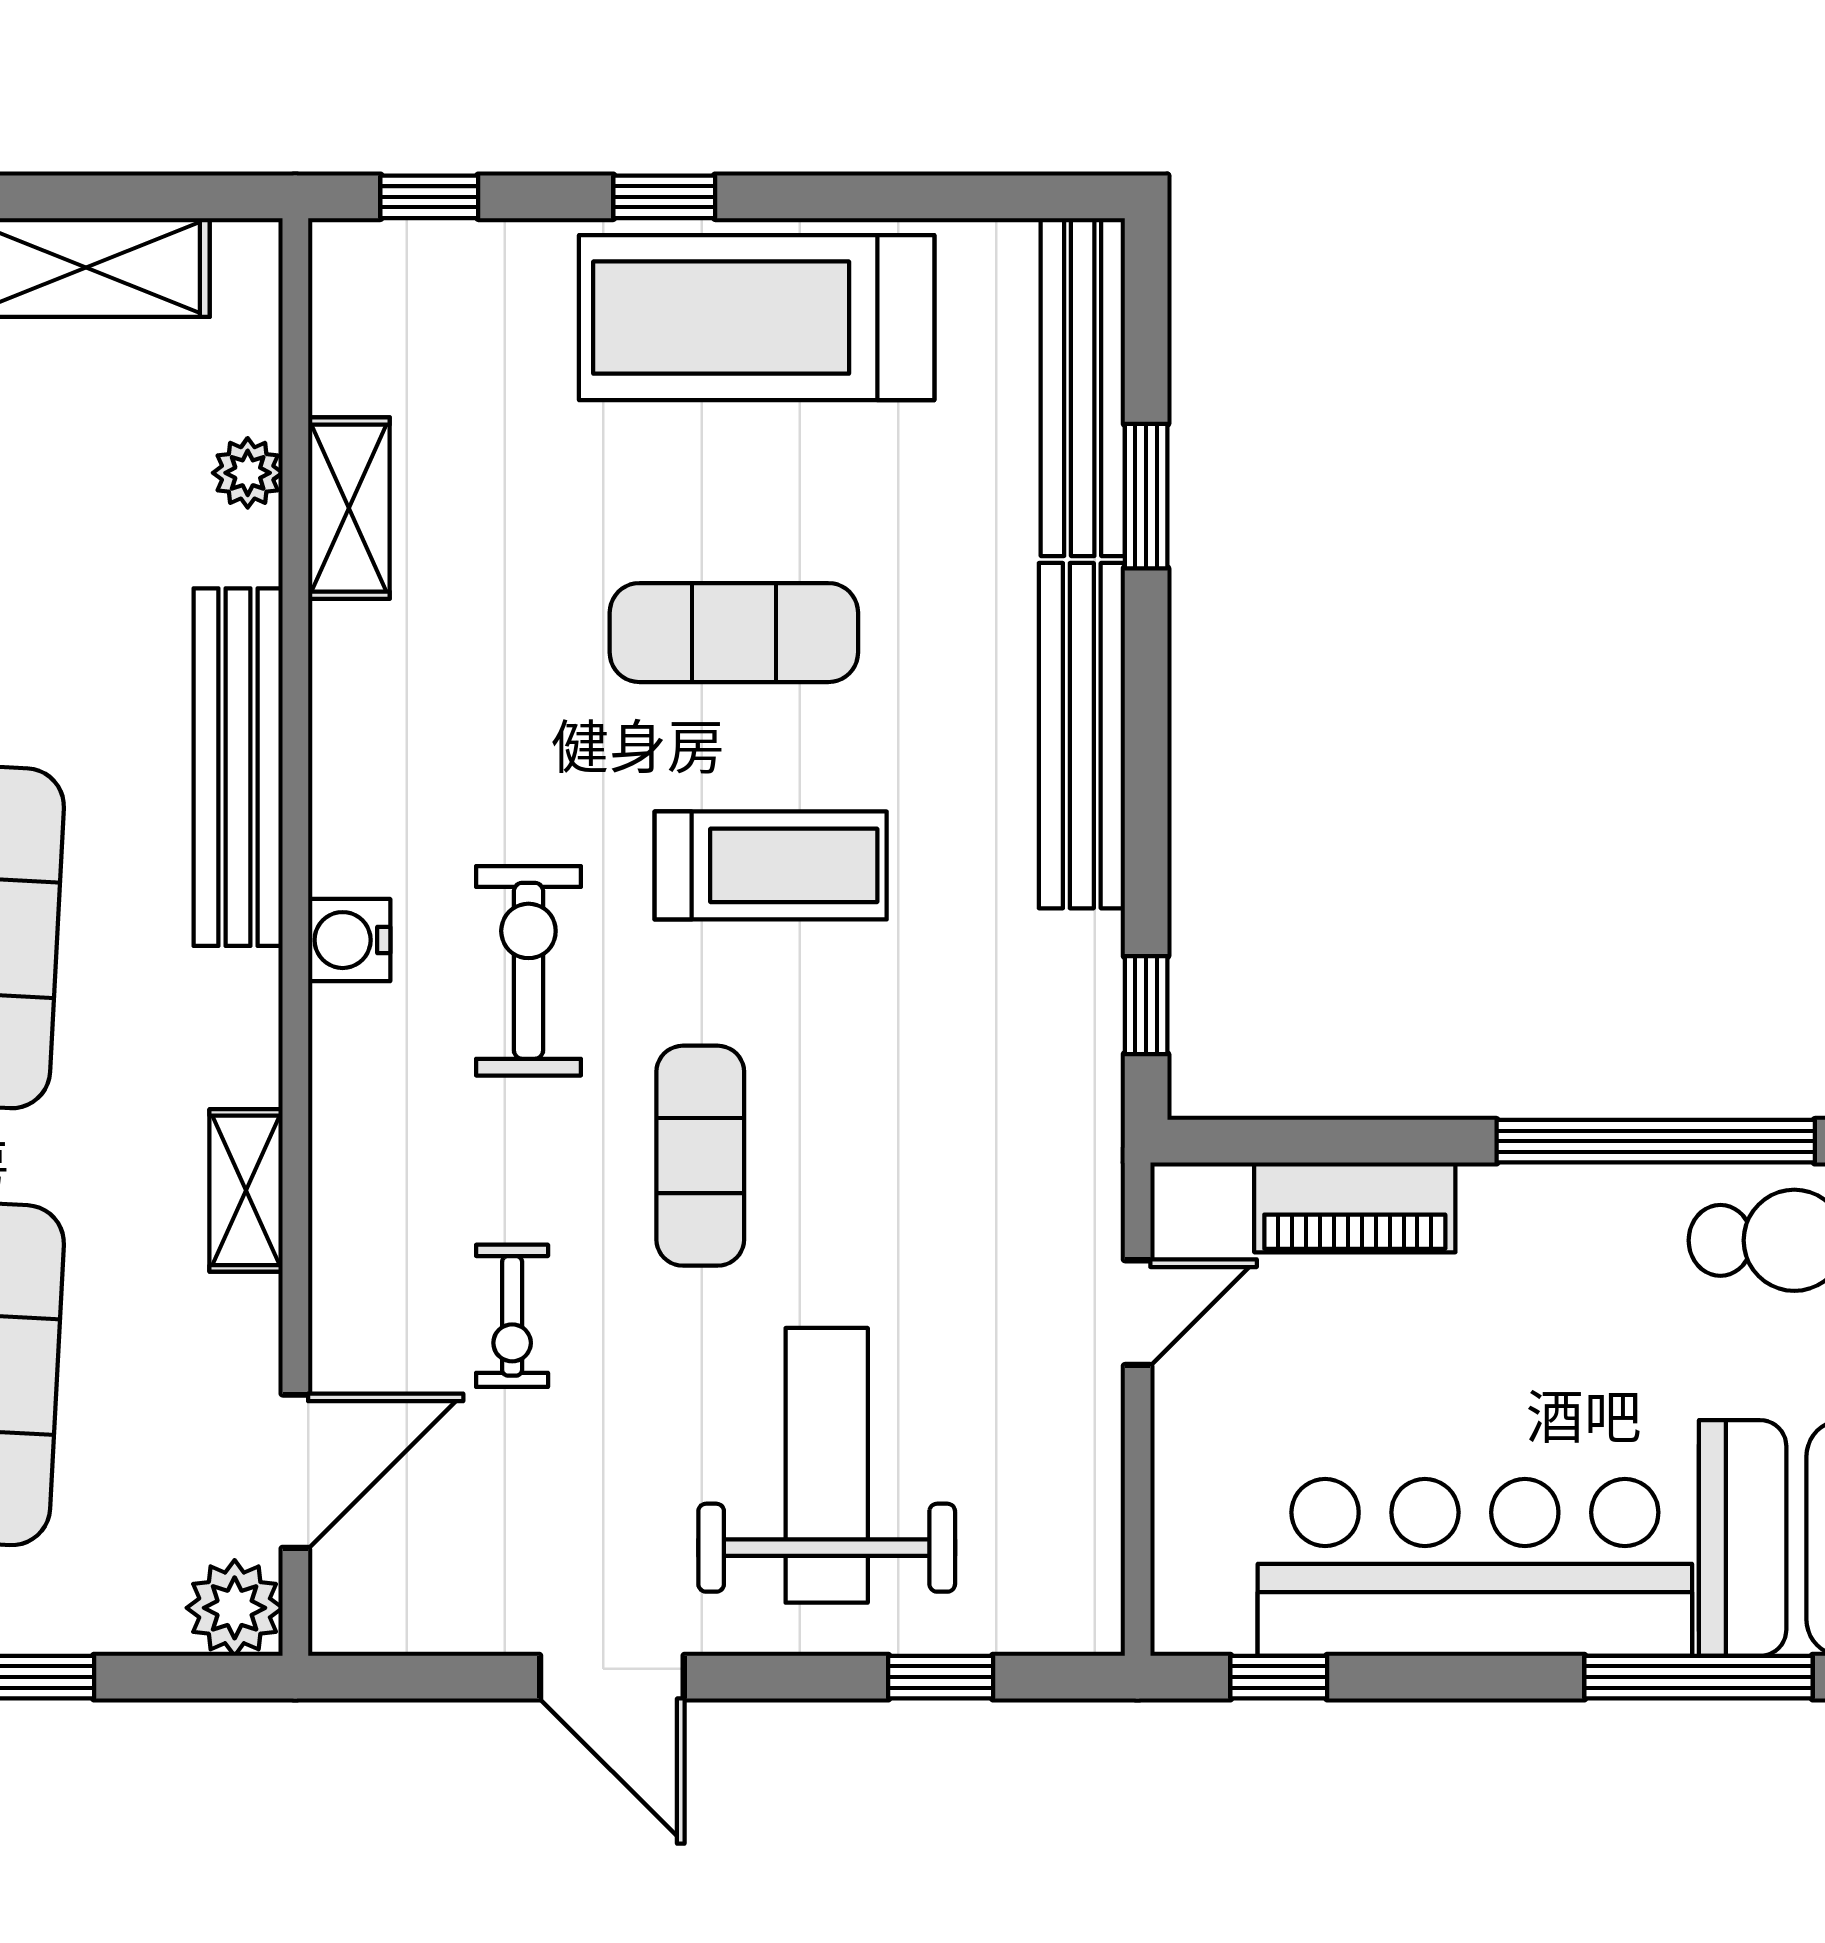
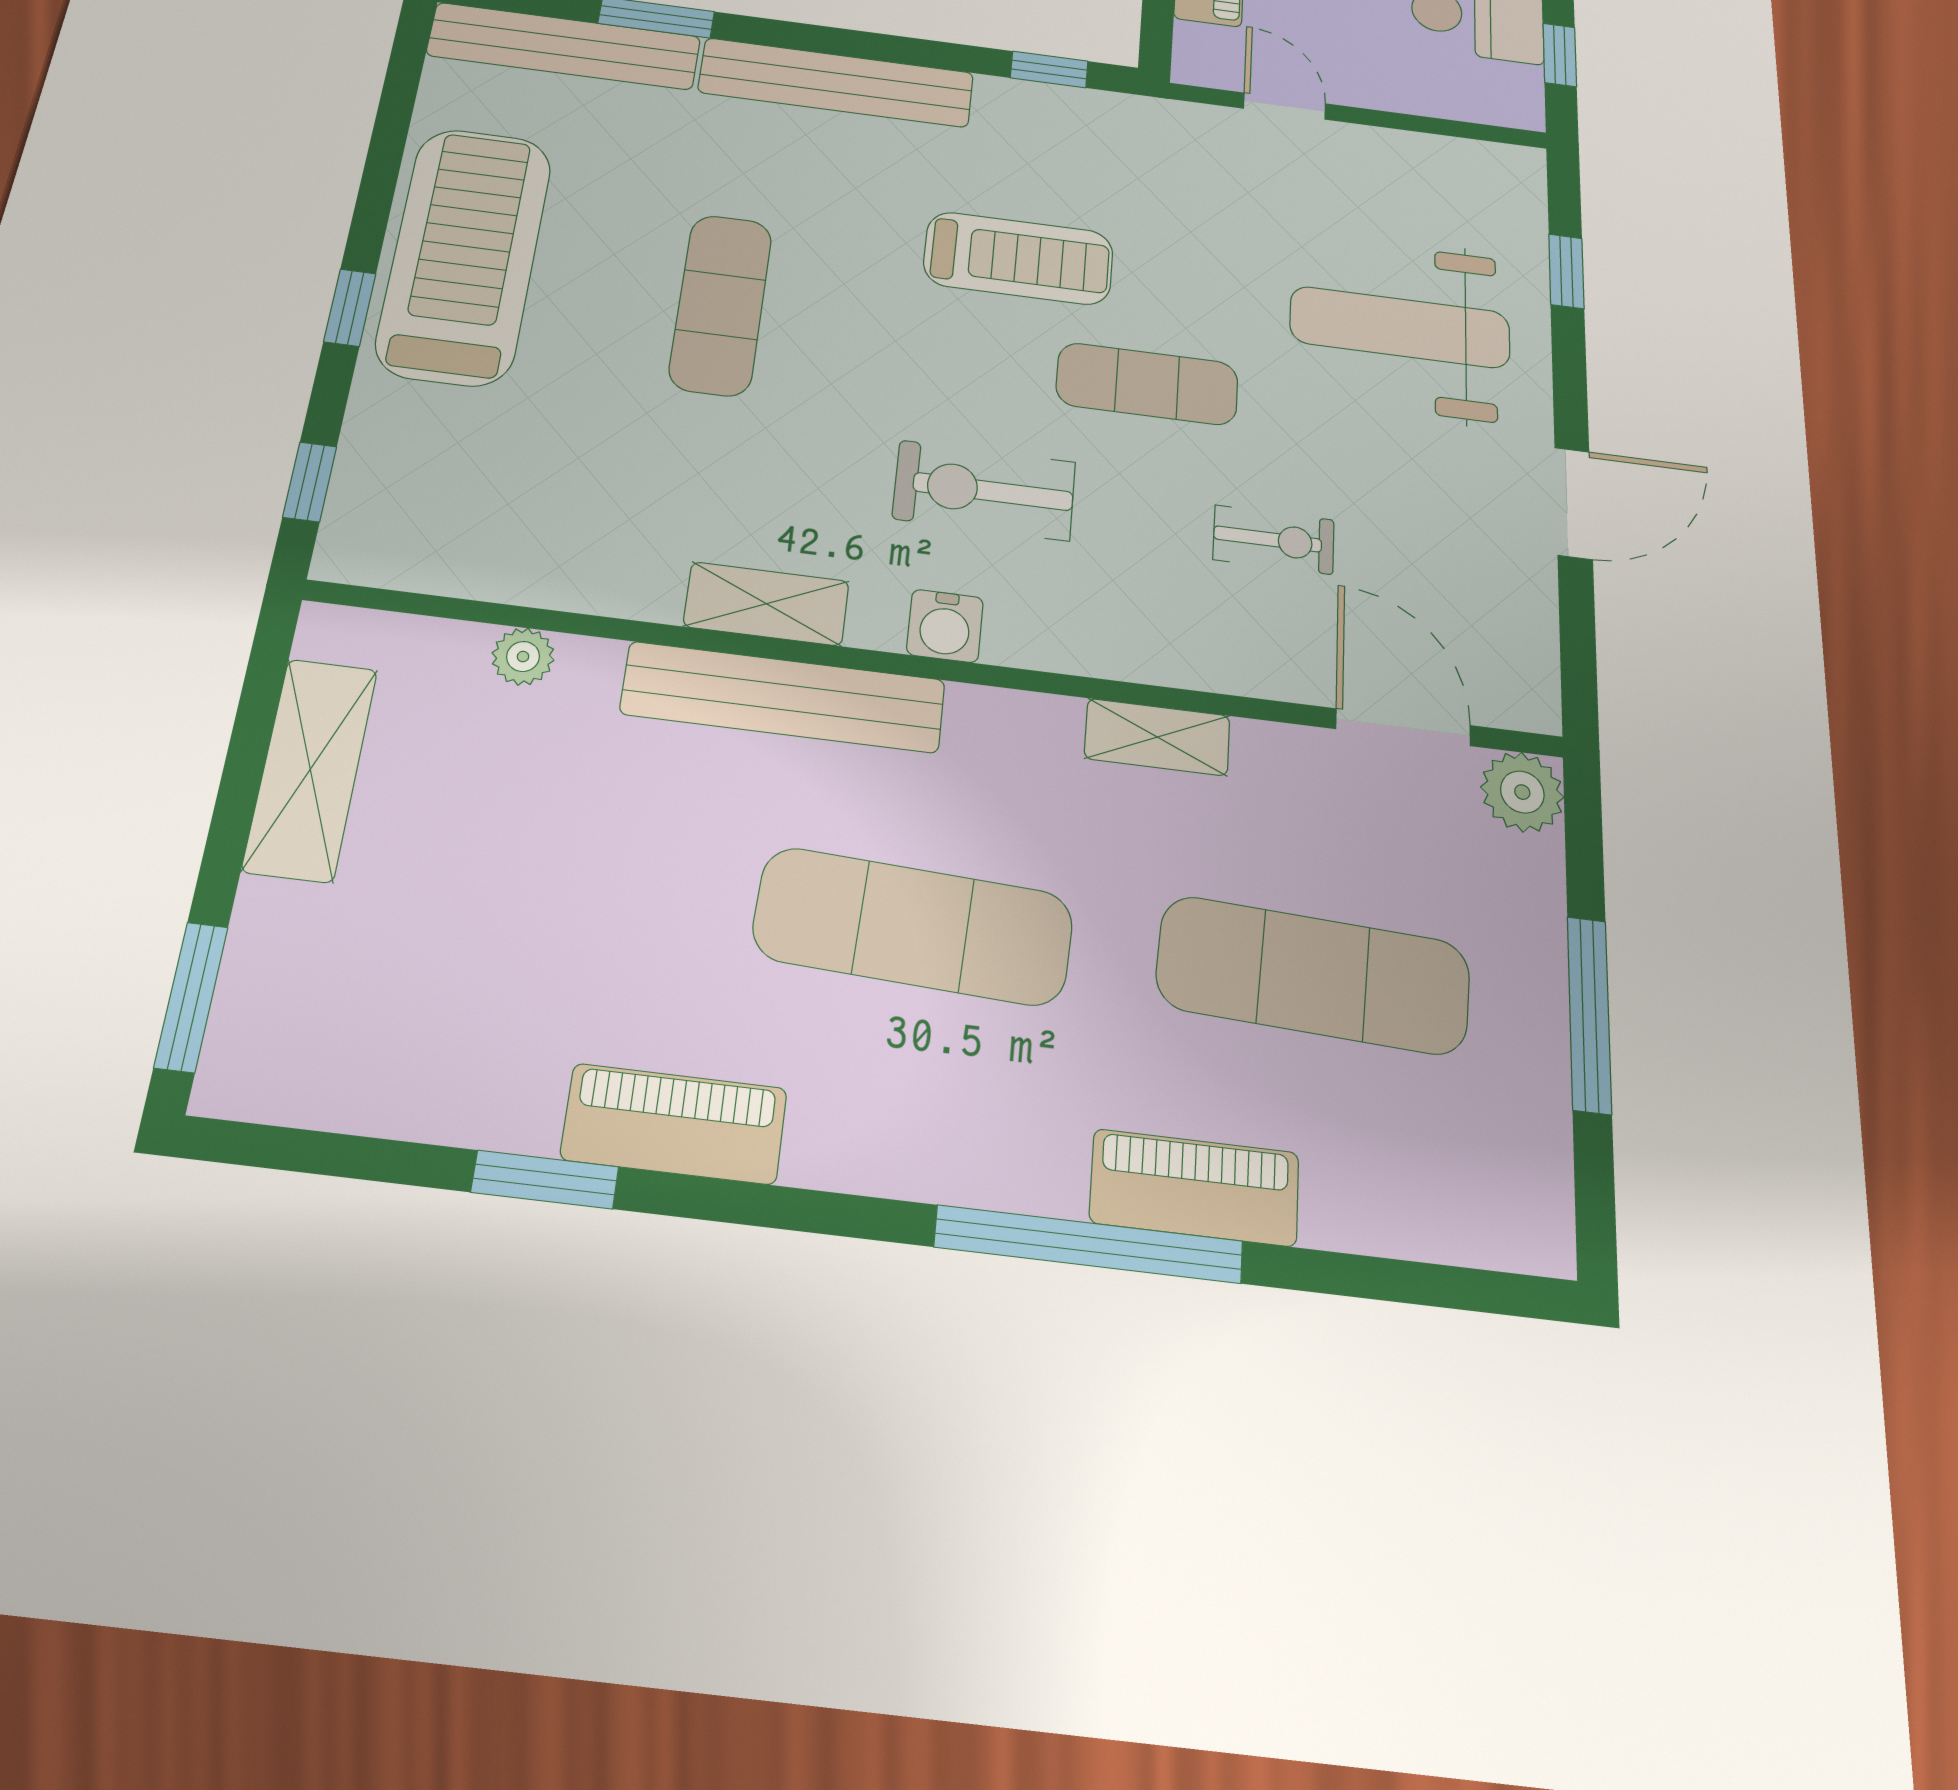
treadmill: (757, 318) -> (464, 255), turned 180
shelving: (349, 508) -> (766, 604), moved
treadmill: (771, 865) -> (1018, 258), moved, turned 90

